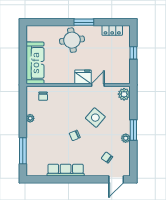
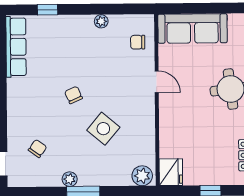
fridge: (83, 77) -> (171, 172), moved
door: (98, 85) -> (157, 82), moved
window: (23, 151) -> (48, 10), width x0.46
row of seats: (66, 170) -> (16, 47), moved

